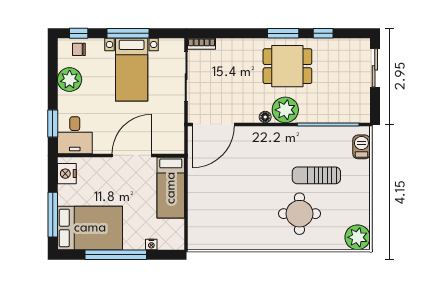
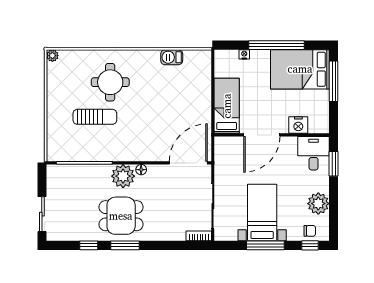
barbecue: (361, 147) -> (172, 57), moved, turned 90
nightstand: (67, 174) -> (298, 125), moved, turned 90
plant: (358, 237) -> (52, 56), width x0.53, depth x0.53

